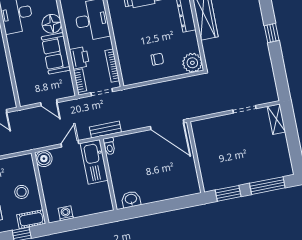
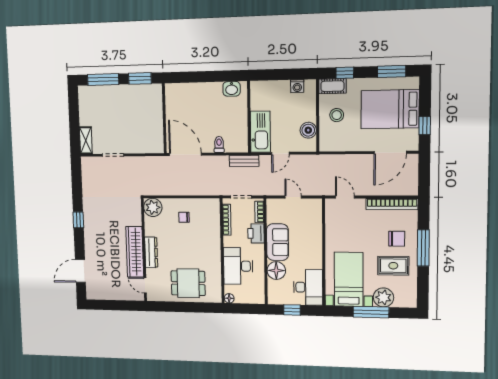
toilet: (109, 146) -> (219, 145), moved
boiler: (44, 159) -> (308, 130), moved

